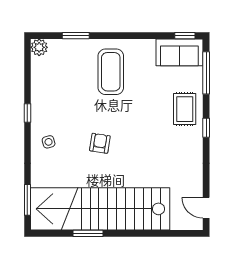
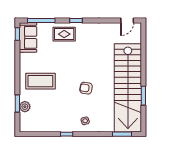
plant: (39, 47) -> (25, 107), moved

